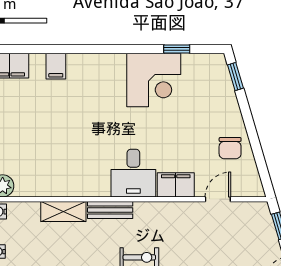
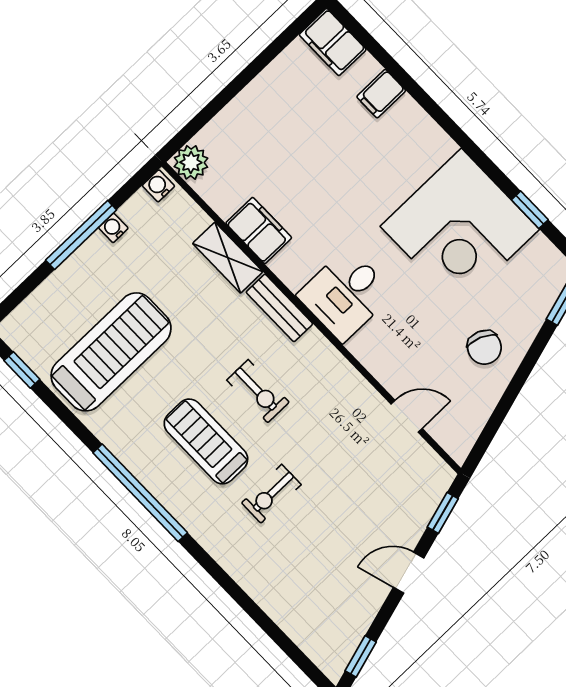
corner desk: (154, 80) -> (460, 228), width x1.36, depth x1.36
chair: (230, 148) -> (484, 347), moved, turned -68
filing cabinet: (176, 185) -> (259, 230), moved

